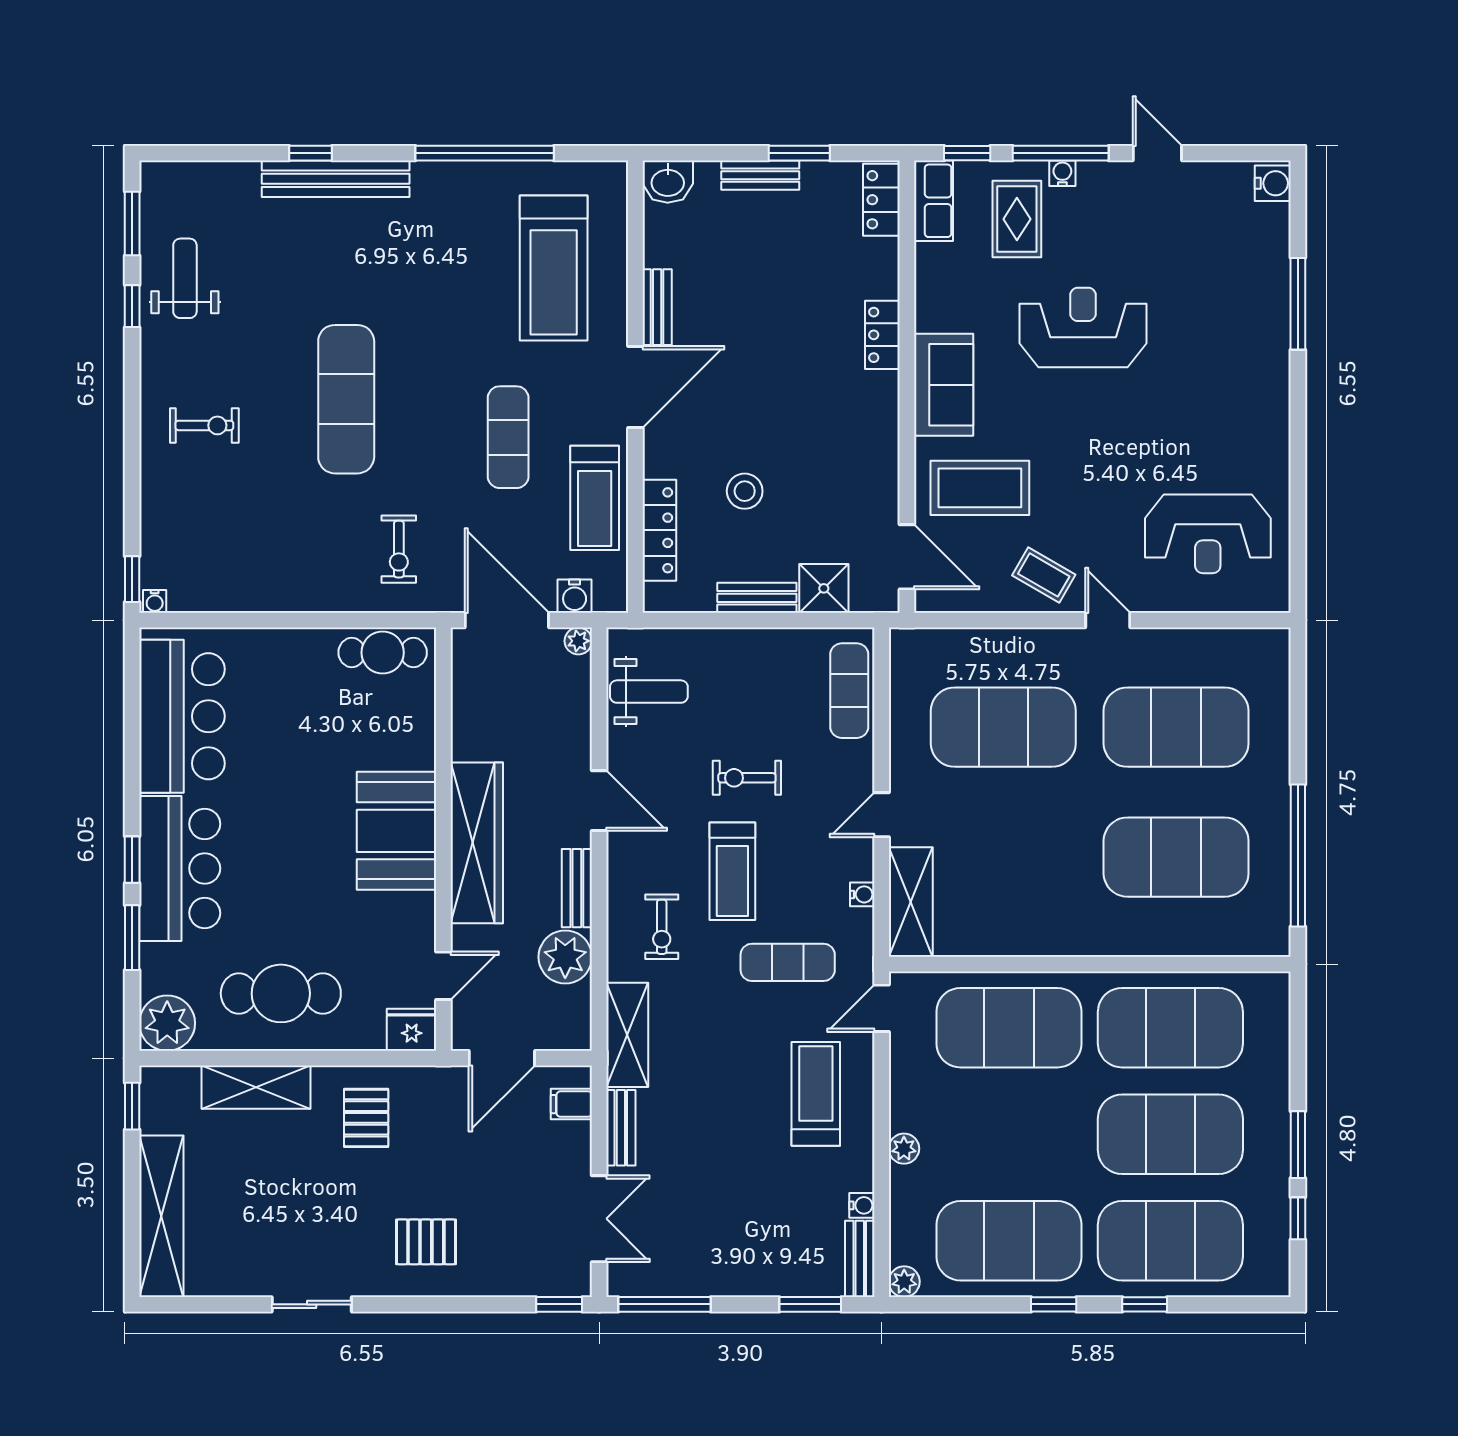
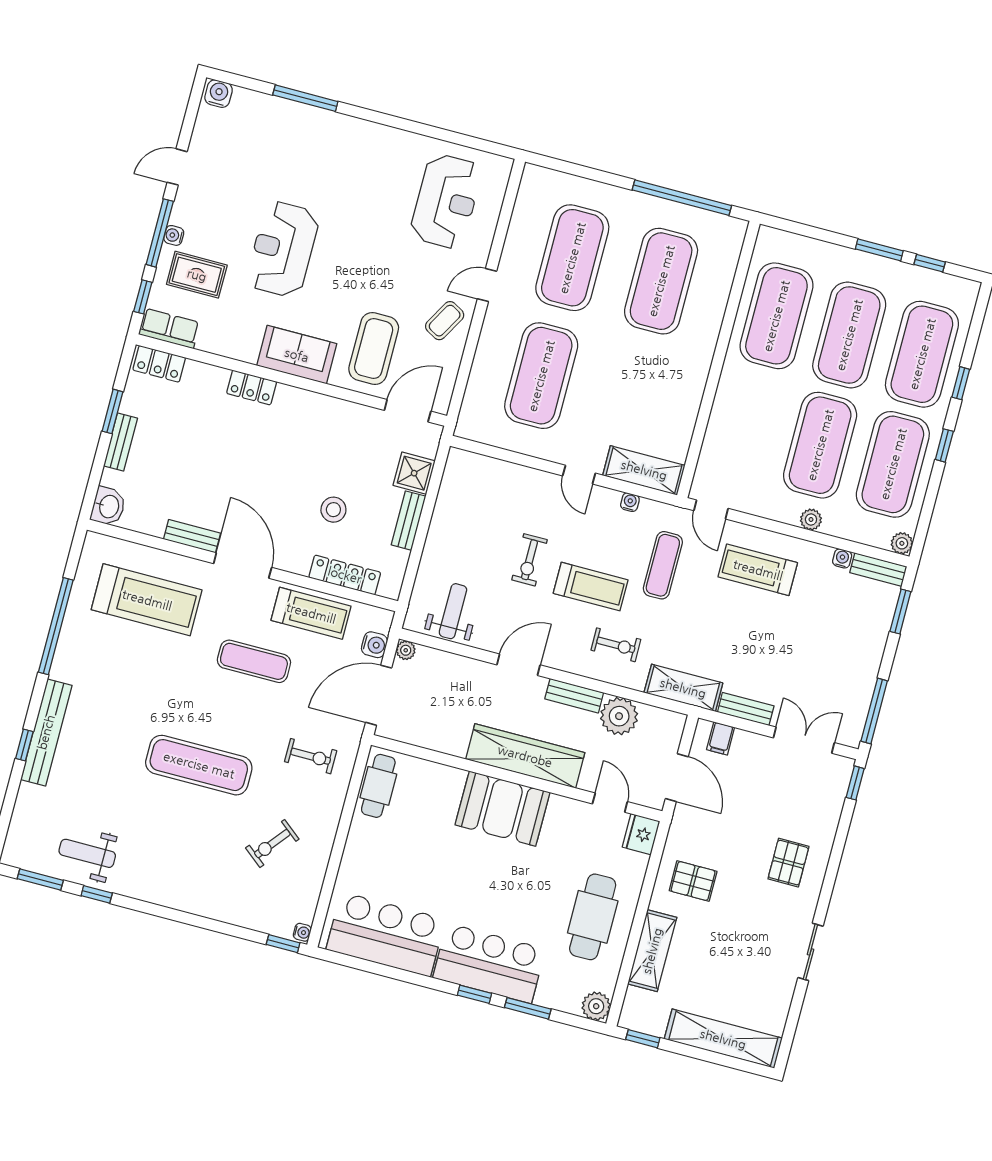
exercise bike: (204, 425) -> (272, 844), moved, turned -141
exercise mat: (849, 691) -> (488, 474), removed
plant: (167, 1023) -> (596, 1006), width x0.73, depth x0.73
exercise mat: (1009, 1028) -> (820, 445), moved

